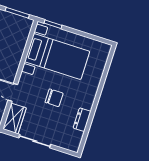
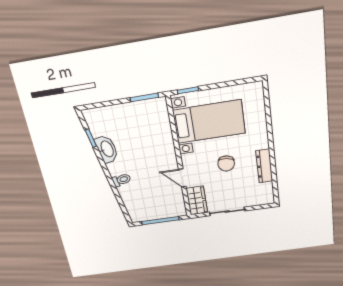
chair: (54, 98) -> (226, 164), turned 98
dresser: (82, 120) -> (264, 166), width x1.44

